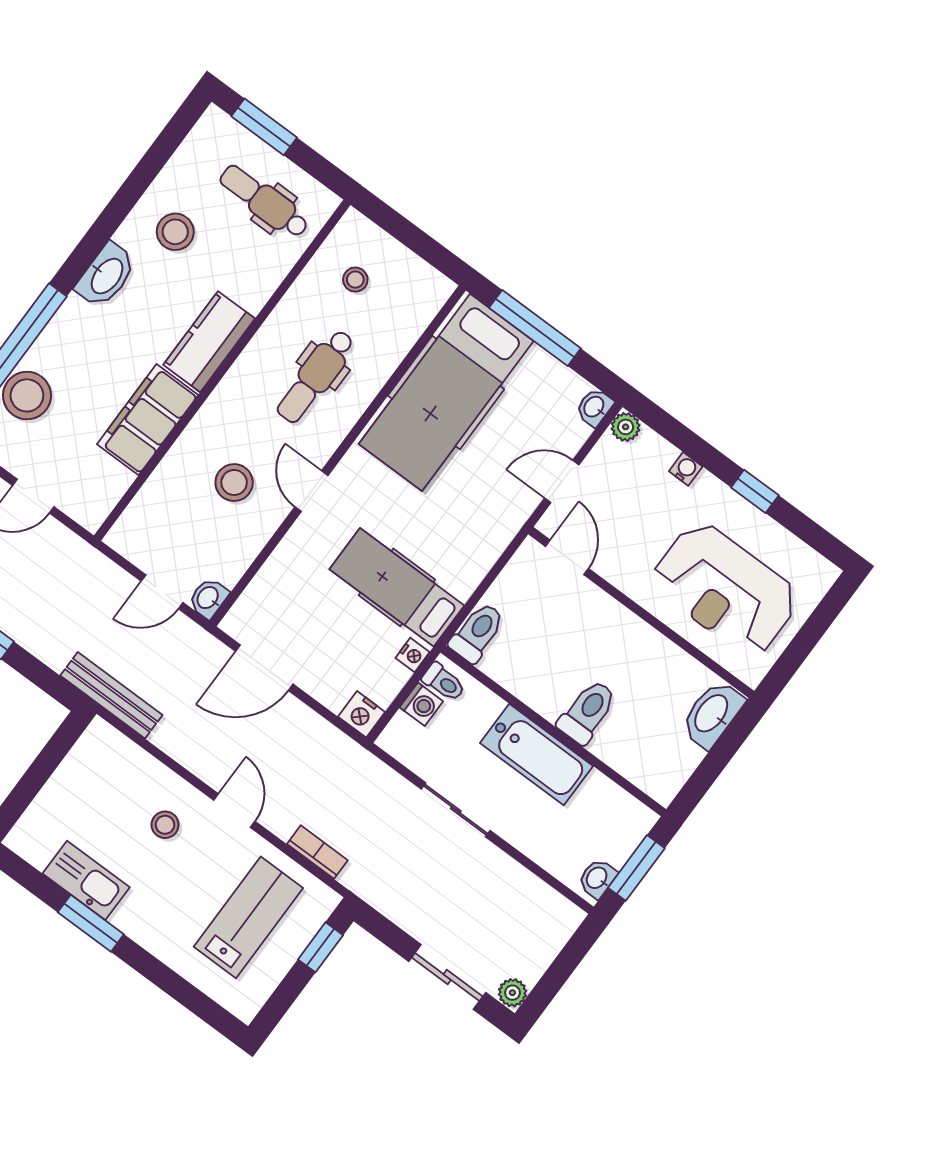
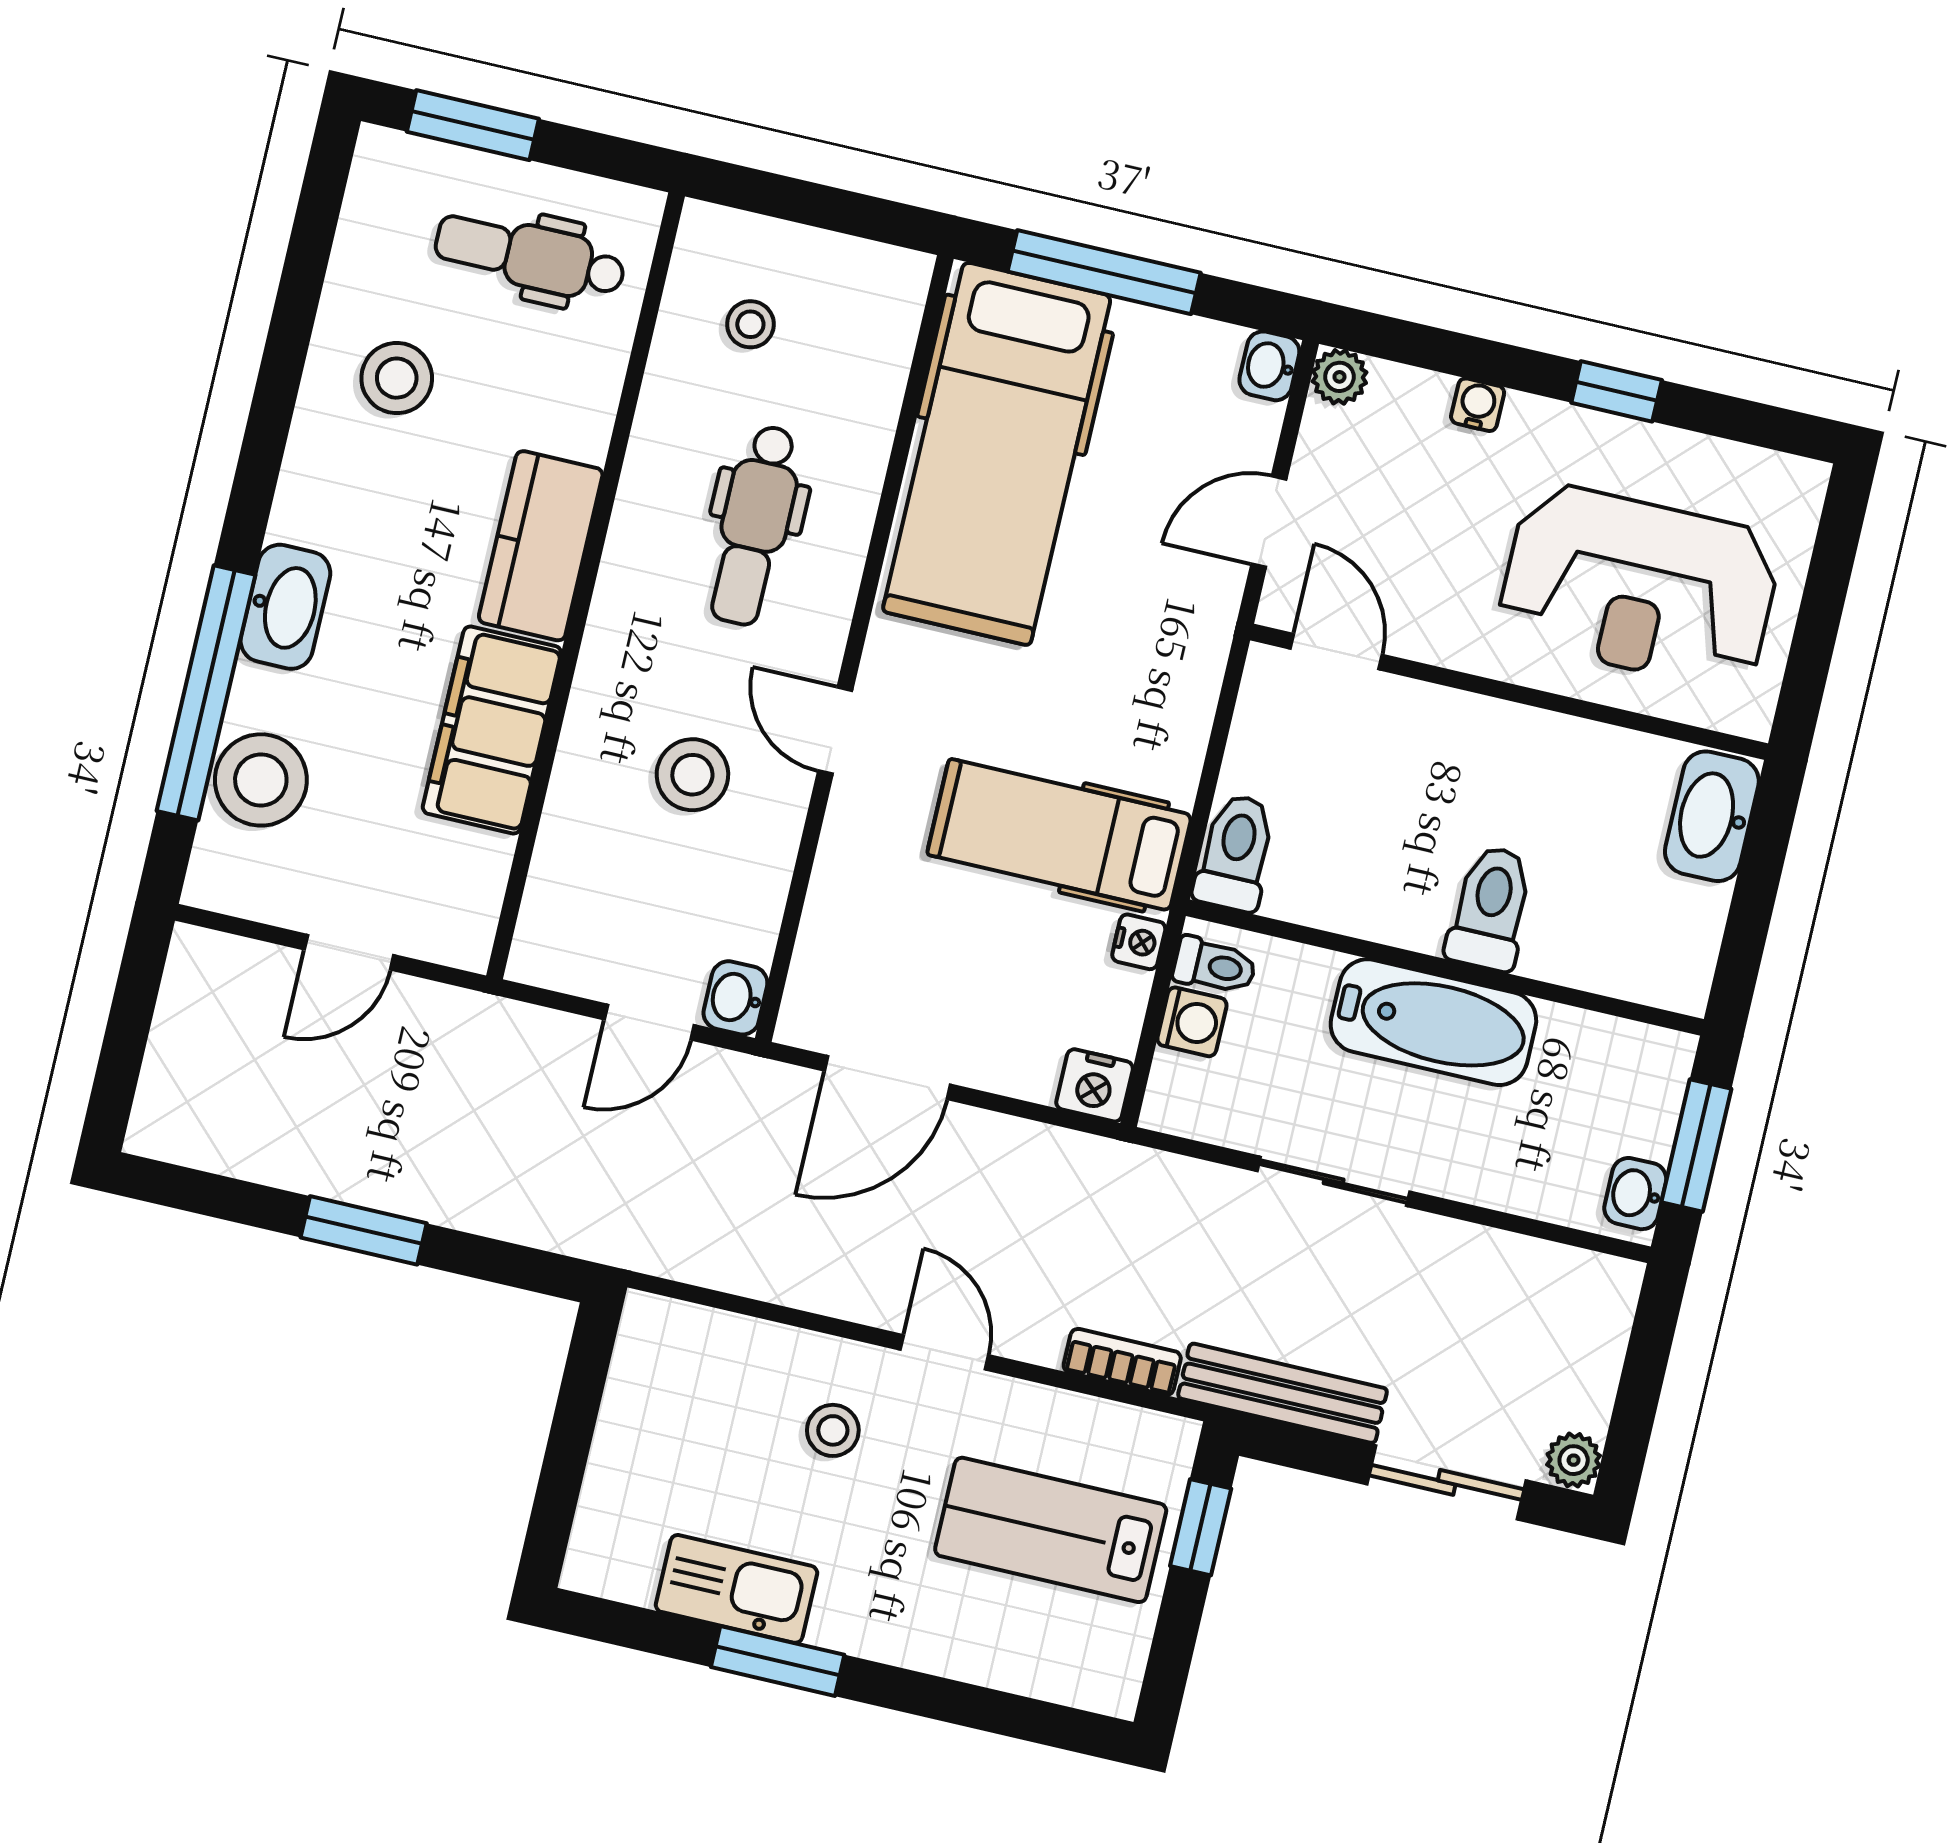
washbasin: (106, 275) -> (285, 607), moved
bench: (111, 695) -> (1283, 1393), moved
lab bench: (248, 917) -> (1051, 1530), turned -90

